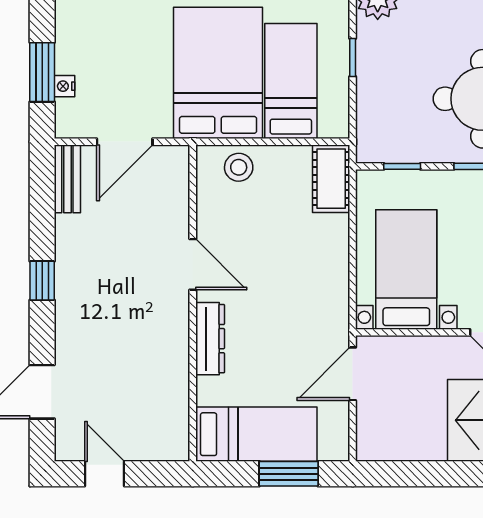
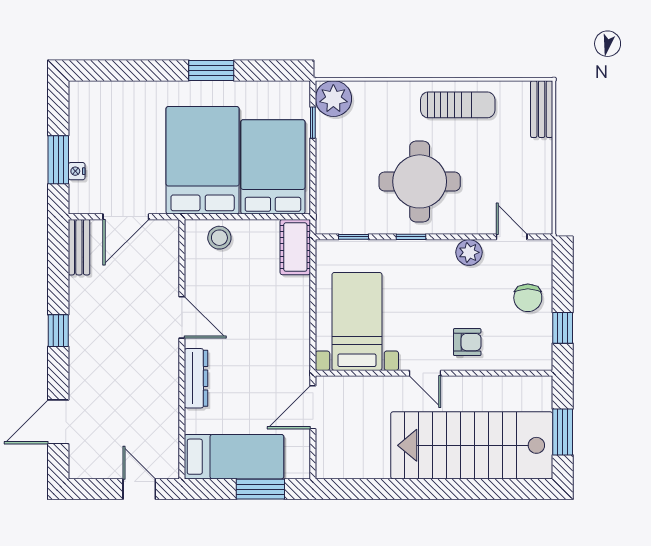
window: (353, 57) -> (313, 123), moved
bed: (291, 81) -> (273, 167), width x1.50
door: (105, 474) -> (139, 489), moved

